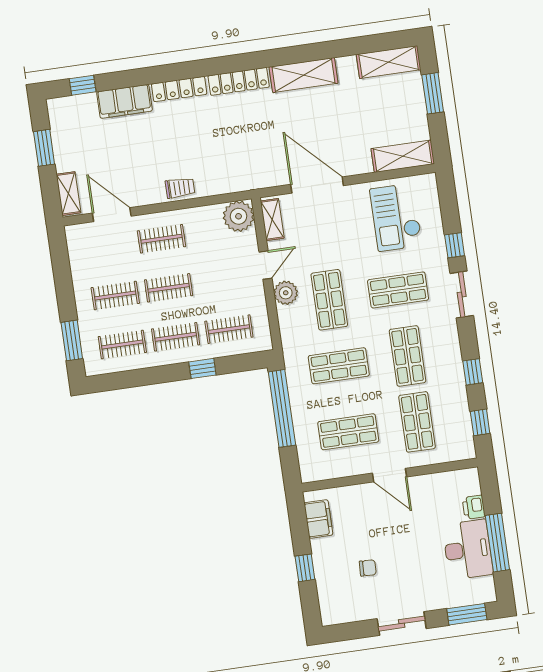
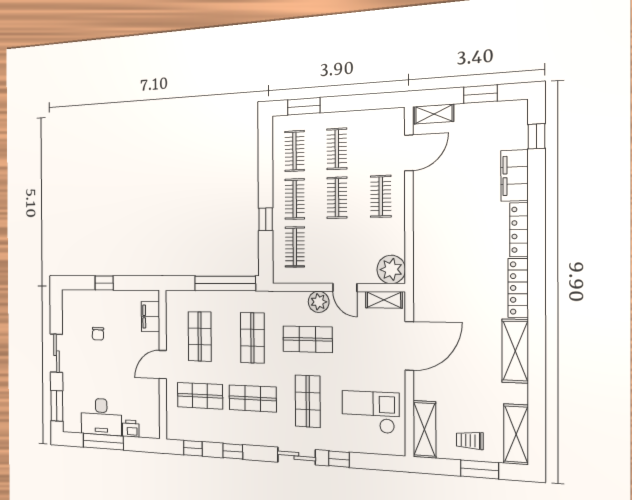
trolley: (180, 188) -> (470, 440), moved, turned 90
filing cabinet: (318, 519) -> (150, 317), moved, turned 90

